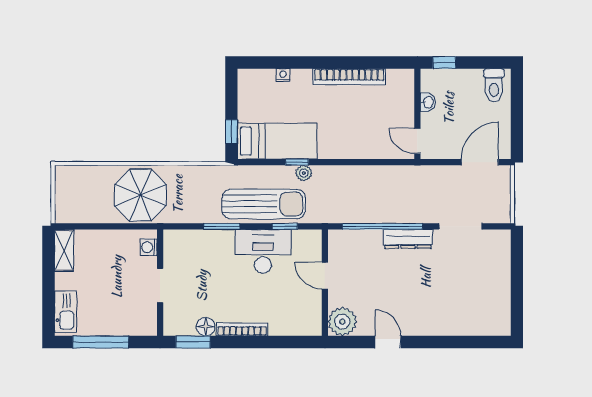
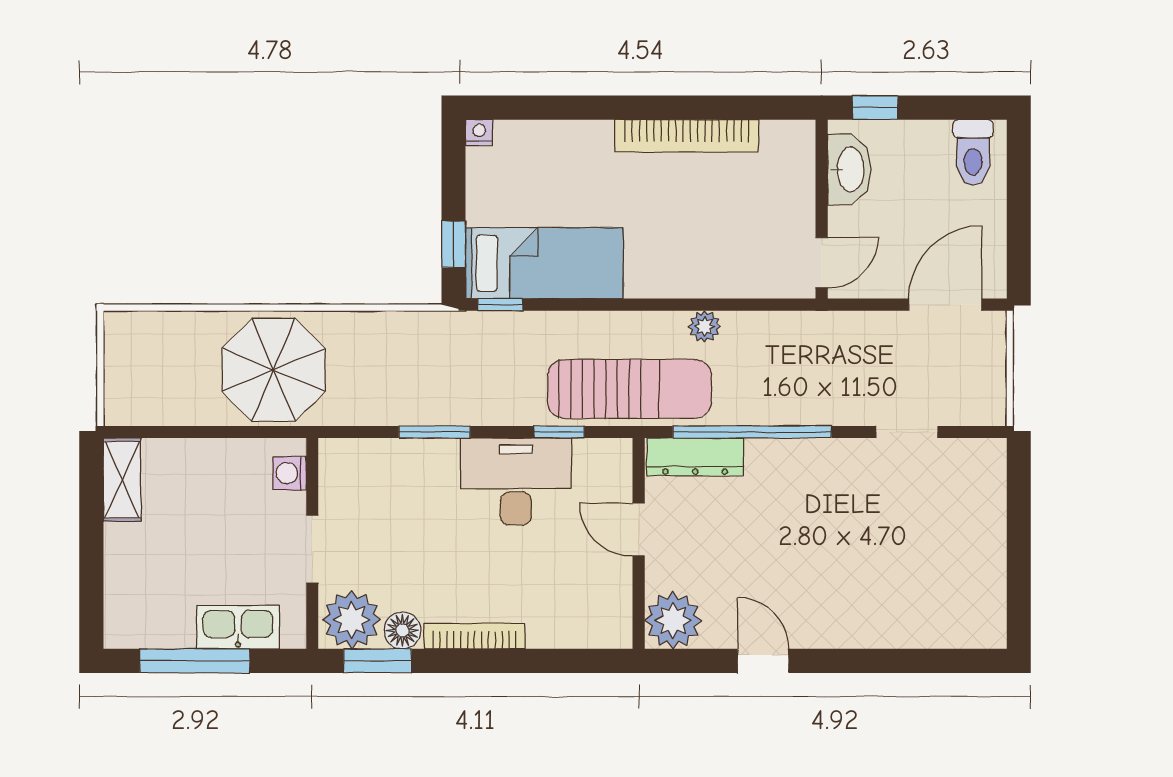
nightstand: (283, 75) -> (479, 132), moved
washbasin: (428, 102) -> (849, 169), width x1.91, depth x1.45
door: (417, 141) -> (822, 263), swing flipped
window: (297, 162) -> (500, 305), moved
plant: (304, 173) -> (705, 326), moved
sun lounger: (264, 204) -> (630, 389), moved
doorway: (460, 226) -> (907, 432), width x0.73
dresser: (408, 239) -> (695, 457), moved
kitchen sink: (66, 312) -> (238, 627), moved, turned -90
plant: (180, 321) -> (352, 620), added

